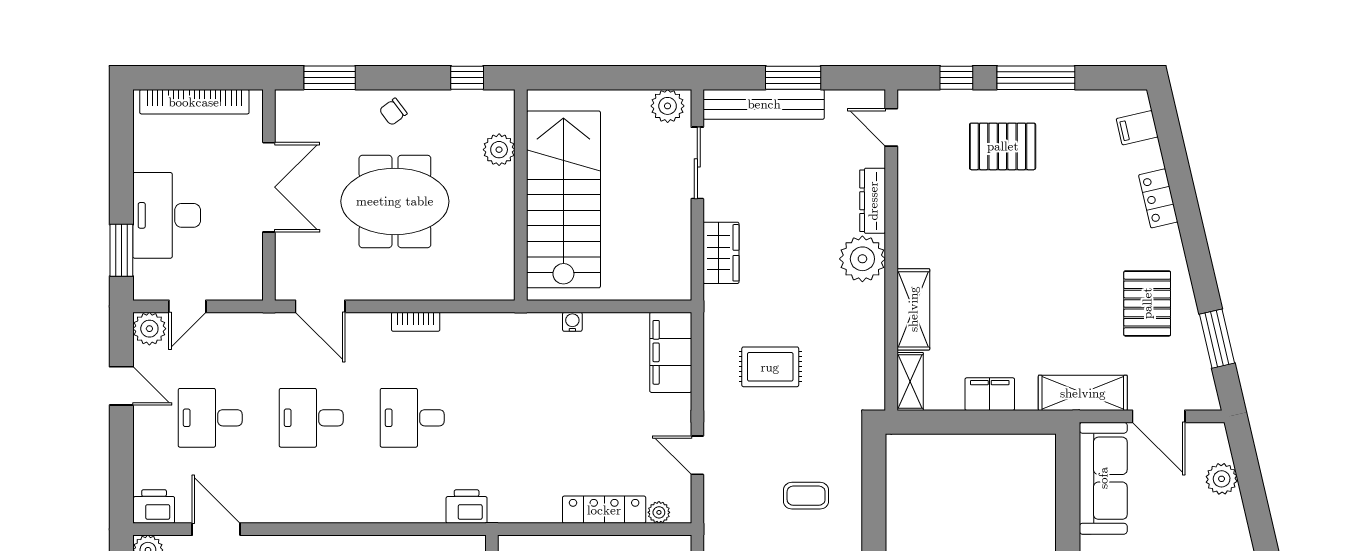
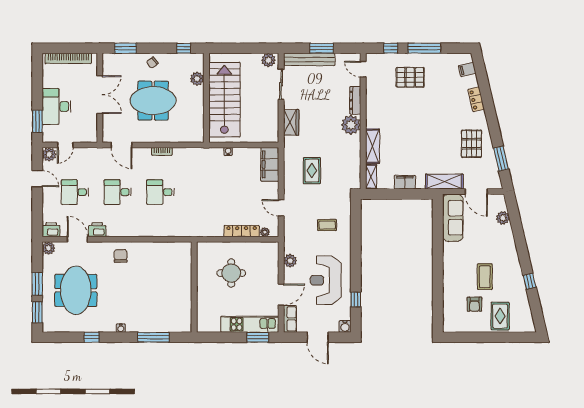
rug: (770, 367) -> (312, 171), turned 90
printer: (467, 507) -> (97, 230), moved

